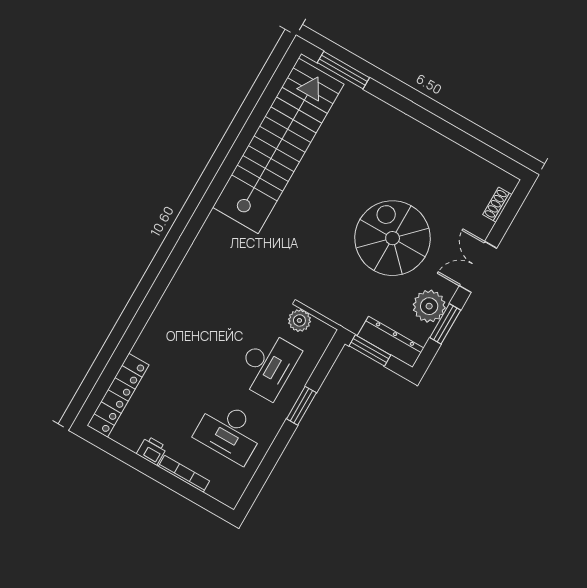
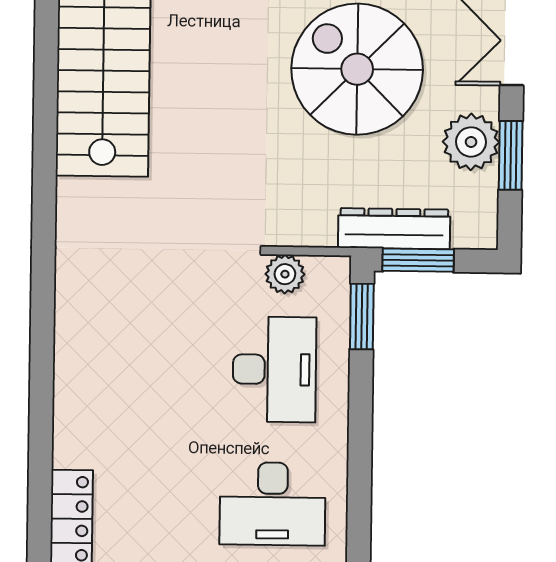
dresser: (391, 342) -> (394, 229), moved
window: (301, 406) -> (362, 316), moved

